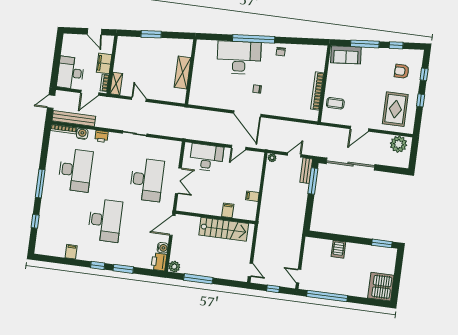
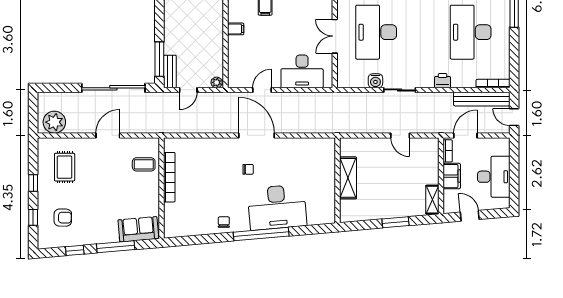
desk: (71, 73) -> (494, 177), moved
shelving: (116, 84) -> (432, 200), moved
door: (51, 102) -> (514, 117), swing flipped
rug: (395, 109) -> (65, 167), width x0.73, depth x0.70
water cooler: (82, 134) -> (375, 81), moved

